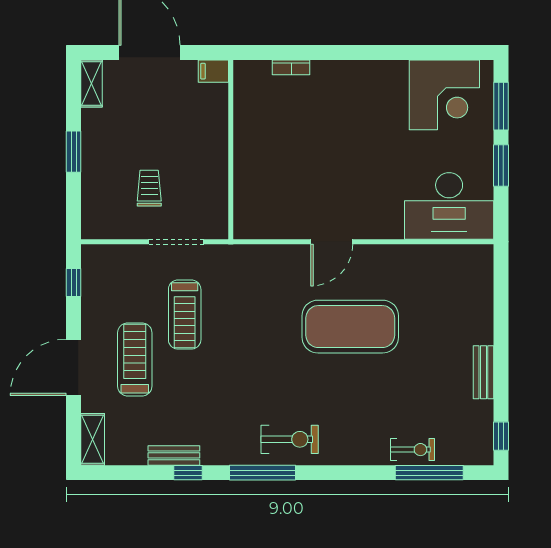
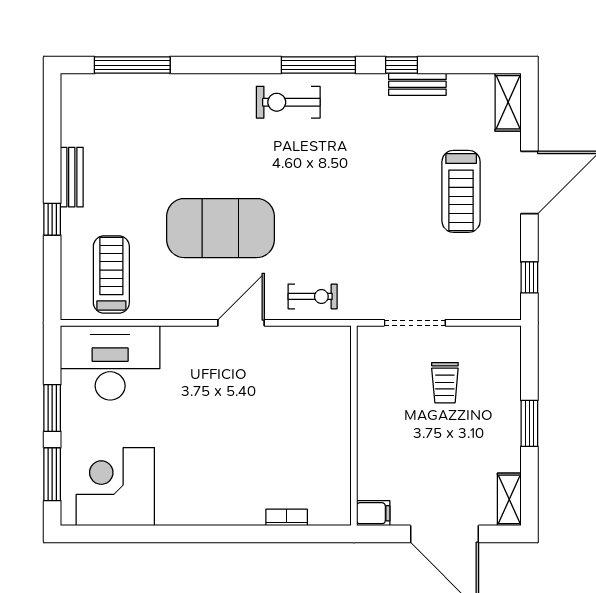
treadmill: (185, 315) -> (111, 275), moved
window: (501, 436) -> (52, 219), moved
exercise bike: (413, 450) -> (313, 296), moved, turned 180

